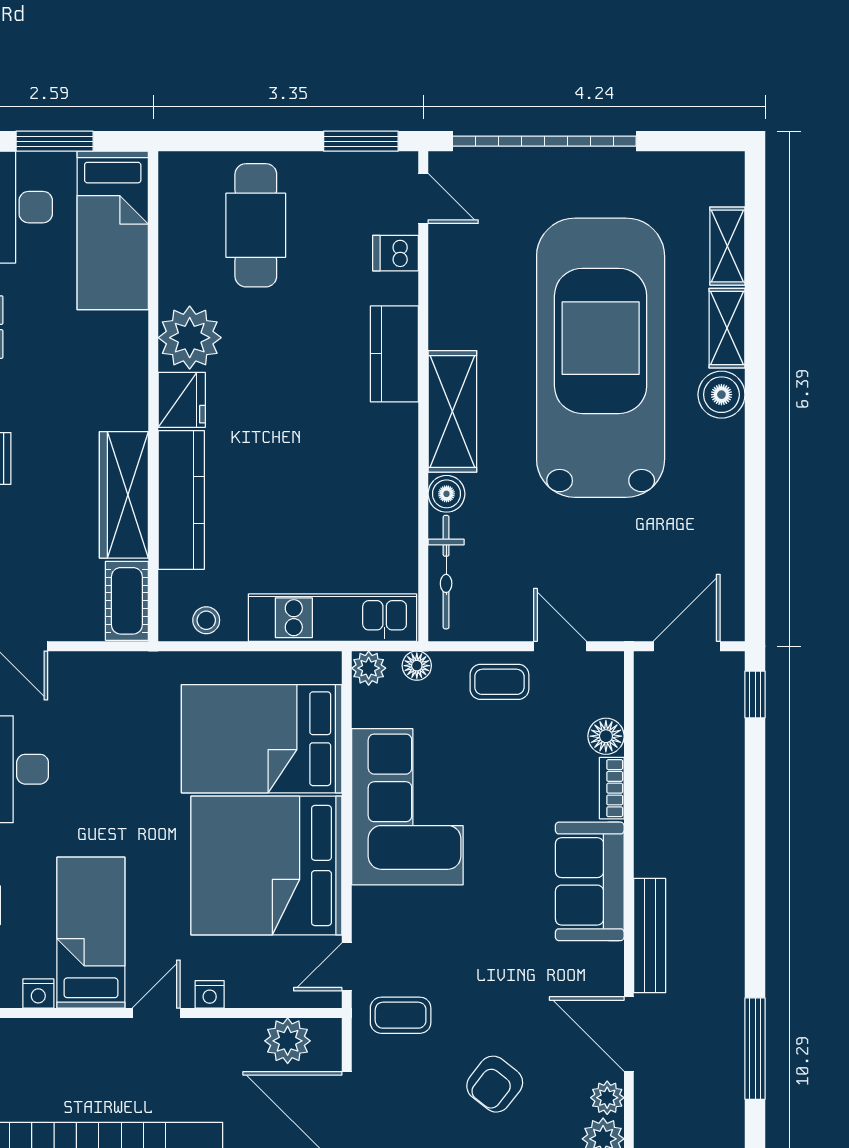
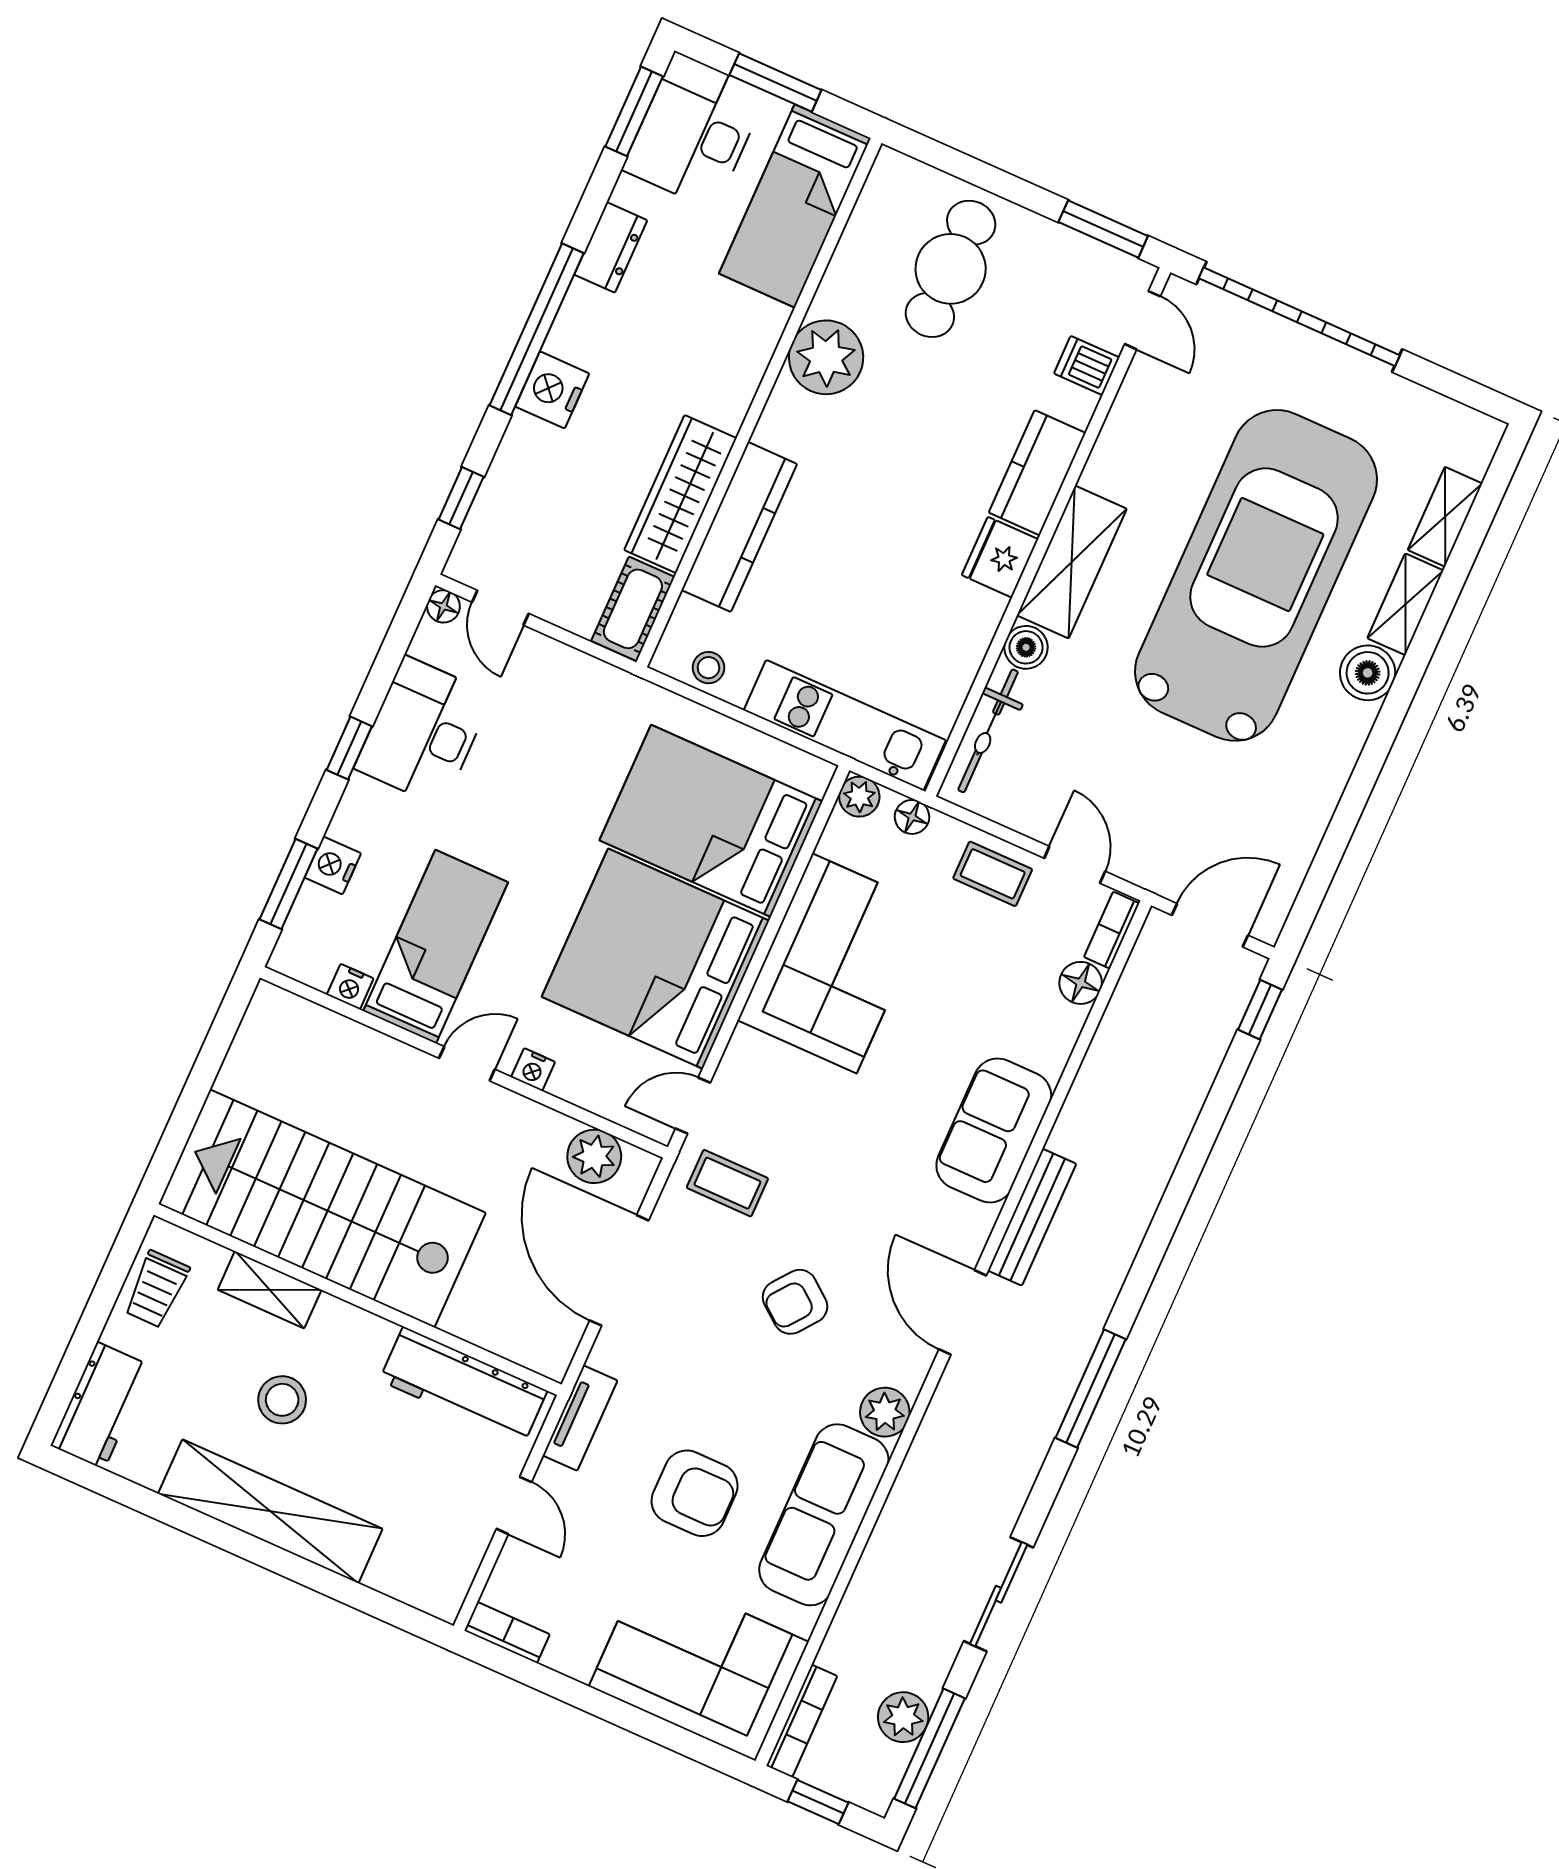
fridge: (182, 400) -> (1000, 557), moved, turned 180
bookcase: (612, 788) -> (1112, 930), moved
plant: (607, 1098) -> (909, 1370), removed

